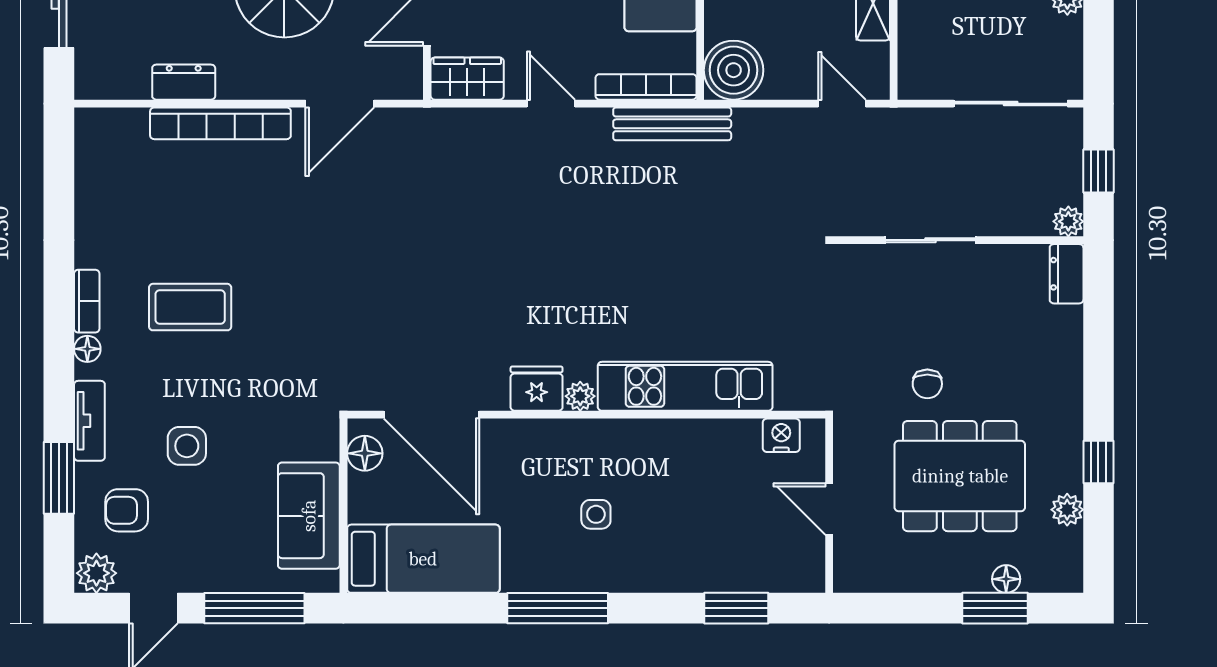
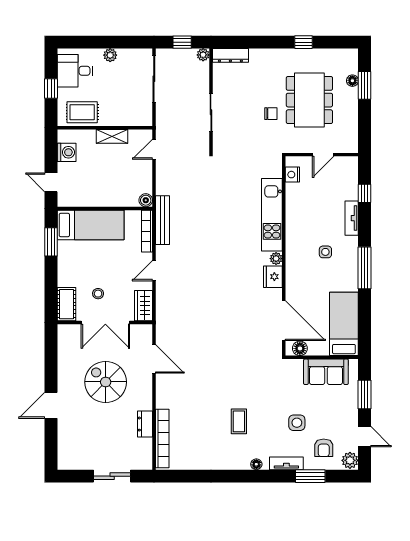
boiler: (734, 70) -> (146, 200), width x0.54, depth x0.54
bookcase: (220, 123) -> (162, 439), moved
dresser: (1067, 274) -> (230, 55), width x1.44
bookcase: (87, 301) -> (236, 465), removed
coffee table: (190, 307) -> (239, 421), width x0.73, depth x0.77
door: (432, 415) -> (284, 321), hinge flipped
plant: (1067, 510) -> (323, 55), removed
tv unit: (677, 577) -> (352, 218), added
window: (254, 608) -> (365, 394), width x0.69
window: (736, 608) -> (365, 193), width x0.67

